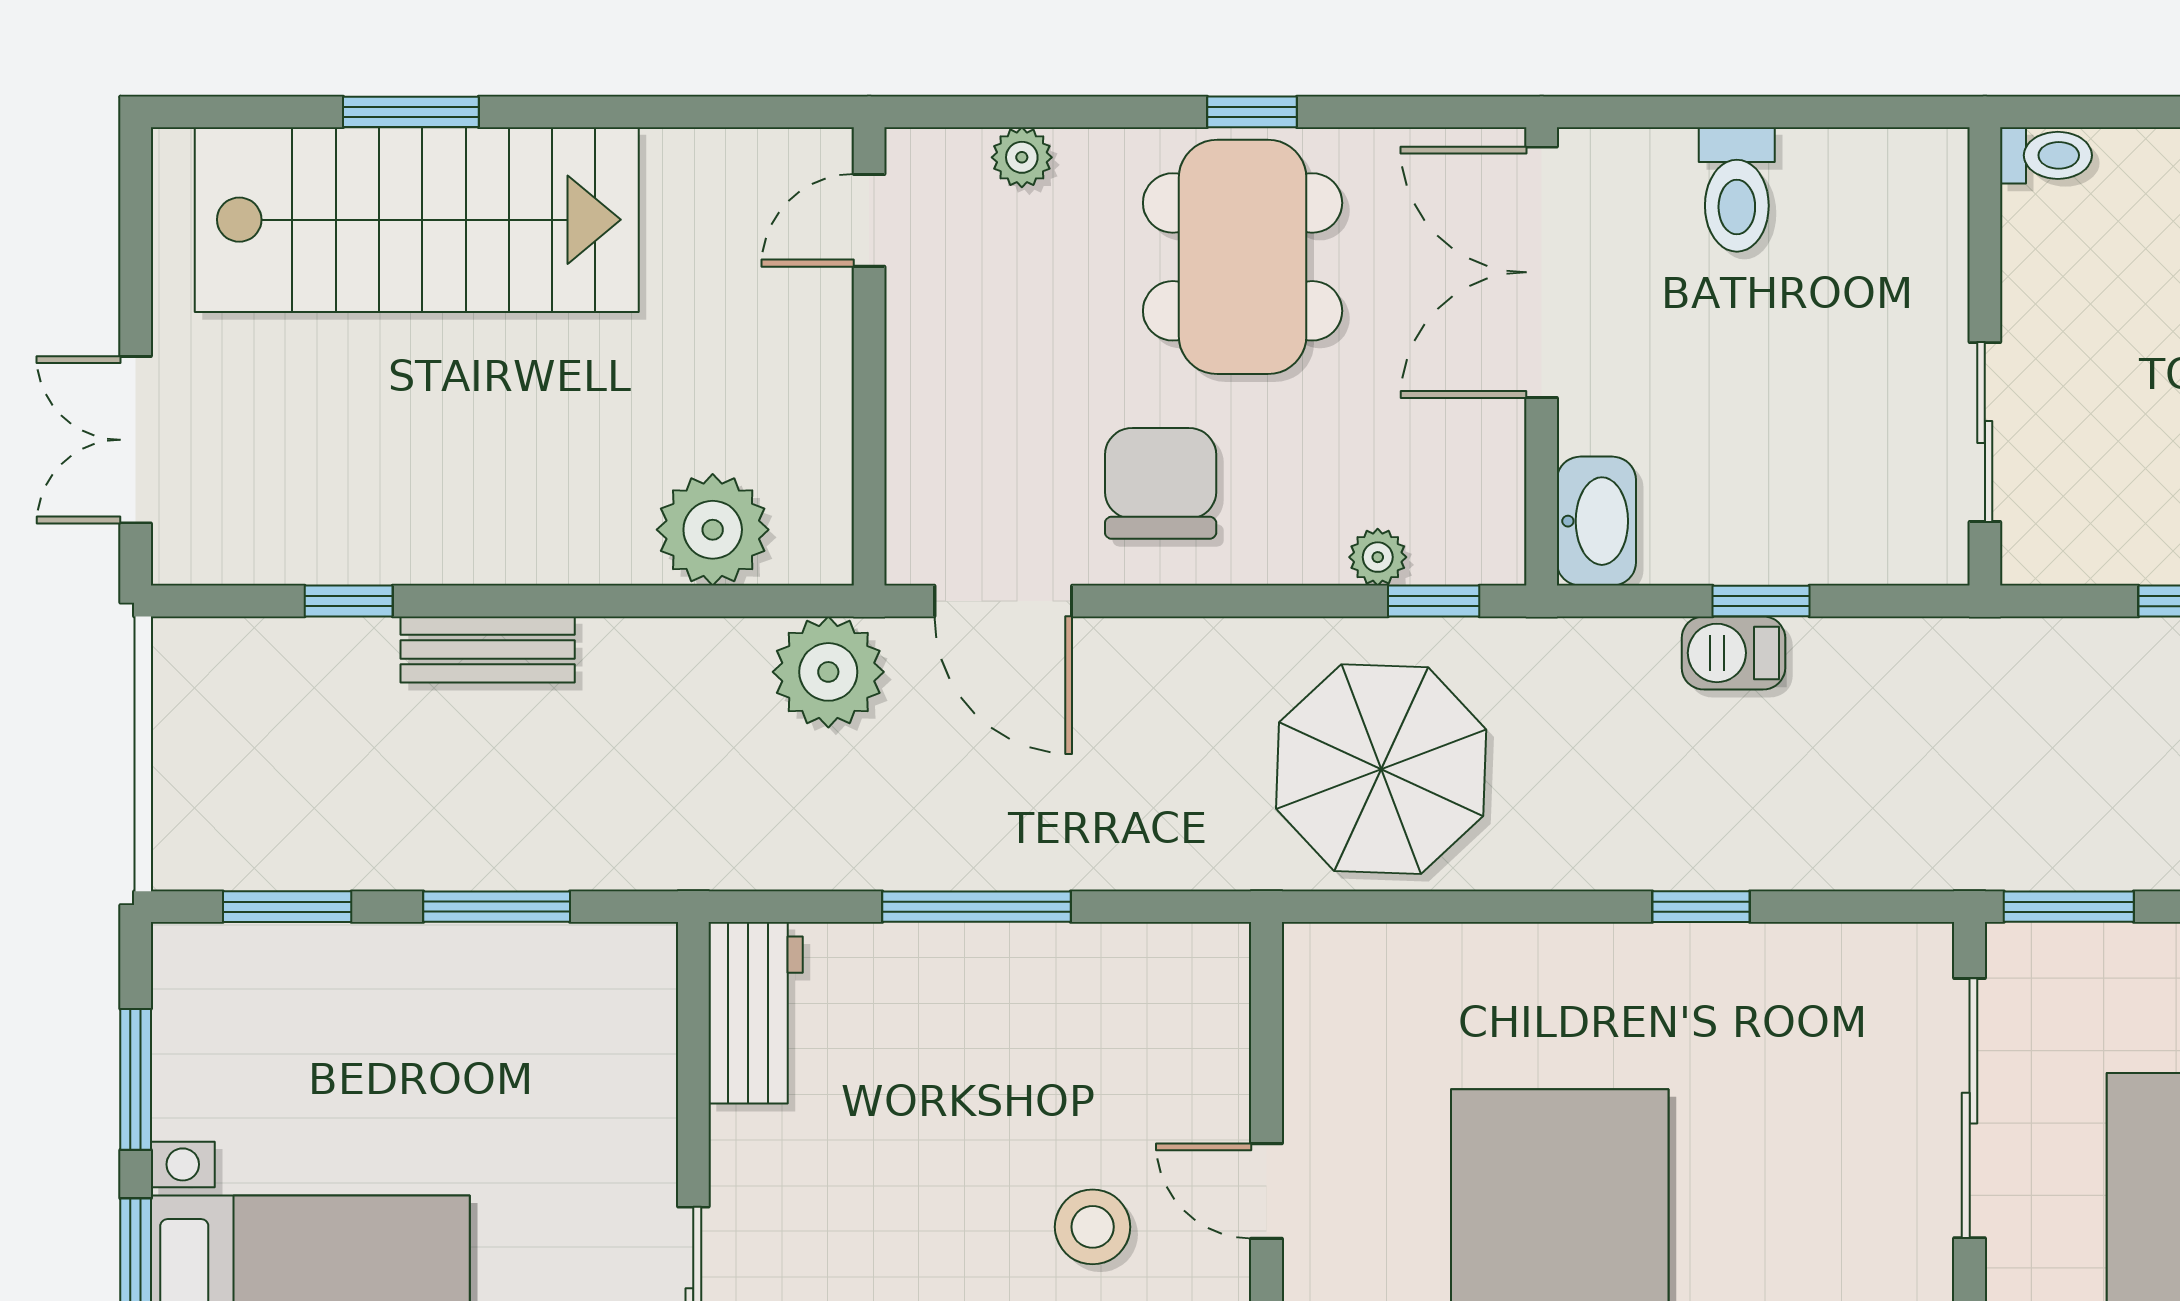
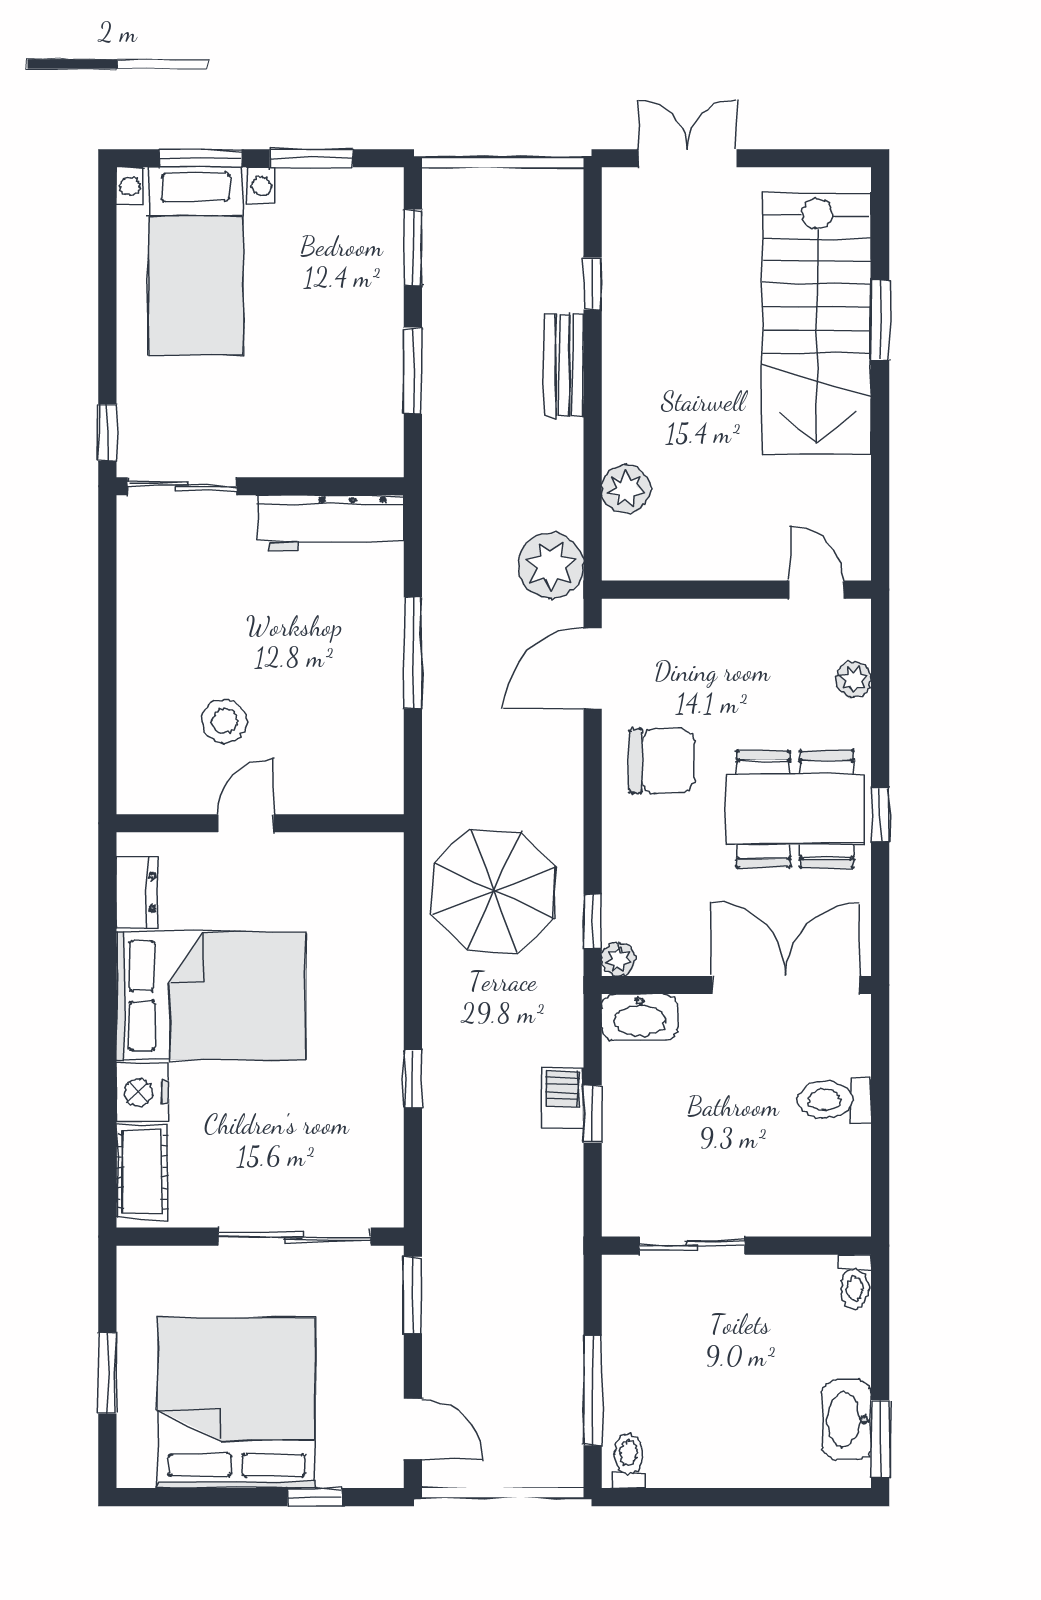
plant: (713, 530) -> (626, 489), width x0.73, depth x0.73
plant: (1378, 557) -> (618, 959), moved
workbench: (756, 1013) -> (330, 523), width x1.38

